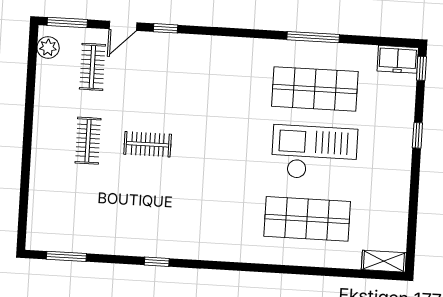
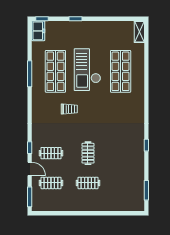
plant: (48, 48) -> (43, 206), removed
clothes rail: (152, 70) -> (51, 153), added
trolley: (238, 112) -> (69, 109), added

